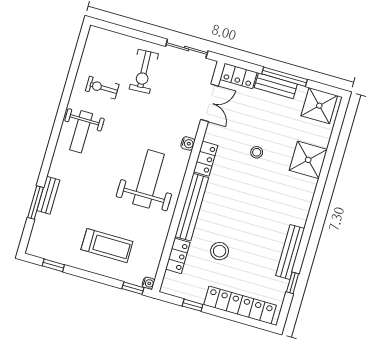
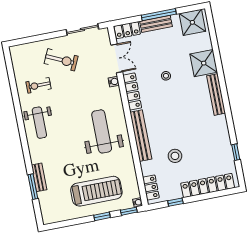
exercise bike: (144, 71) -> (61, 60), turned -62
water cooler: (188, 143) -> (114, 82), moved
locker: (206, 159) -> (132, 91), width x1.53
treadmill: (107, 246) -> (96, 191), width x1.37, depth x1.38
bench: (290, 252) -> (216, 94), moved
locker: (178, 256) -> (151, 187), moved
window: (53, 265) -> (102, 216), moved

